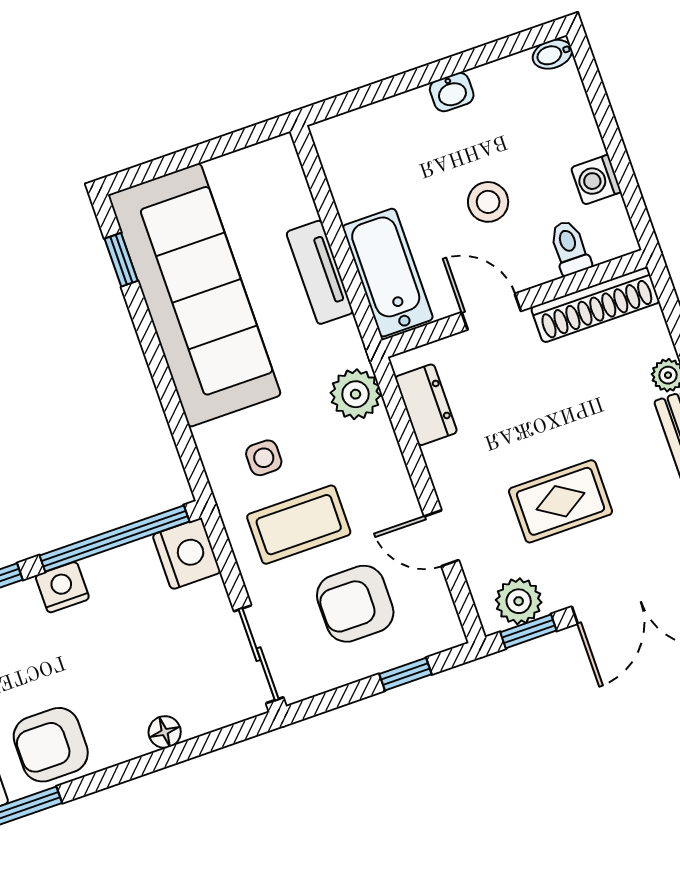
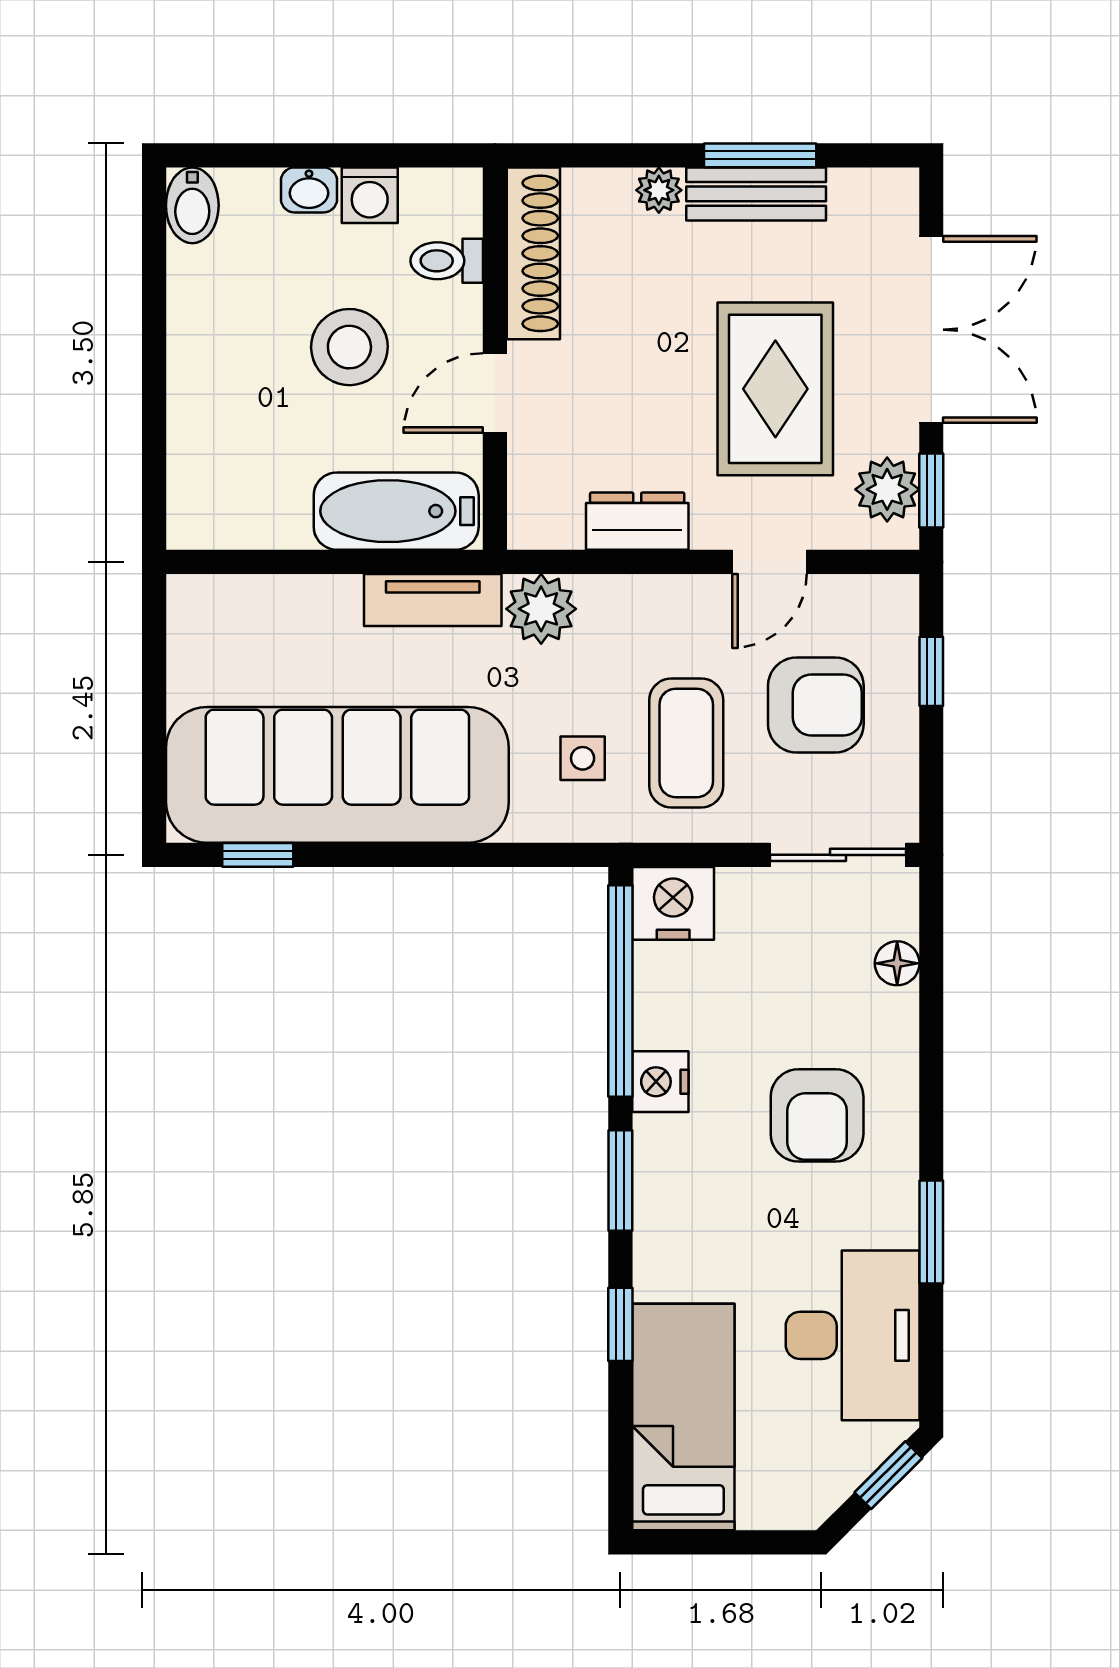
bidet: (552, 54) -> (192, 205), width x1.38, depth x1.36
washbasin: (452, 92) -> (309, 190), moved, turned 90
stool: (488, 202) -> (349, 347), width x1.38, depth x1.38
tv unit: (320, 272) -> (433, 600), moved
dresser: (426, 405) -> (637, 521), moved
rug: (561, 501) -> (775, 389), width x1.36, depth x1.43
armchair: (355, 604) -> (816, 705), turned -90
floor lamp: (165, 732) -> (897, 963), moved
armchair: (51, 745) -> (817, 1115), moved

